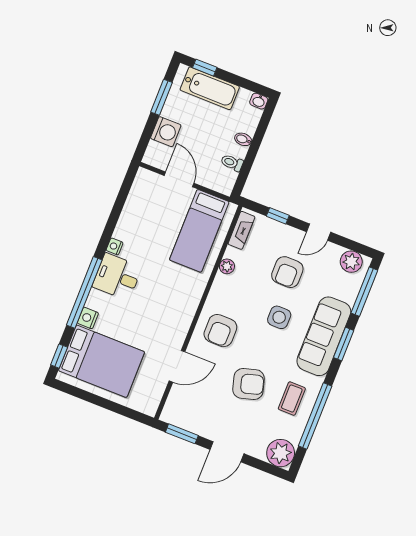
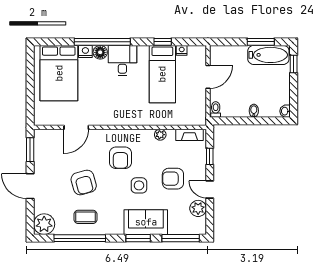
bathtub: (210, 88) -> (268, 55), moved, turned -90
washing machine: (166, 132) -> (238, 54), removed
toilet: (232, 163) -> (216, 109), moved
bed: (199, 231) -> (162, 74), moved, turned -90
nightstand: (115, 246) -> (182, 50), moved
plant: (351, 262) -> (198, 208), moved
floor lamp: (96, 300) -> (100, 52), added
armchair: (220, 331) -> (120, 158), moved, turned -90
sofa: (324, 336) -> (146, 222), width x0.73
window: (59, 356) -> (163, 42), moved
door: (177, 366) -> (76, 127), hinge flipped

